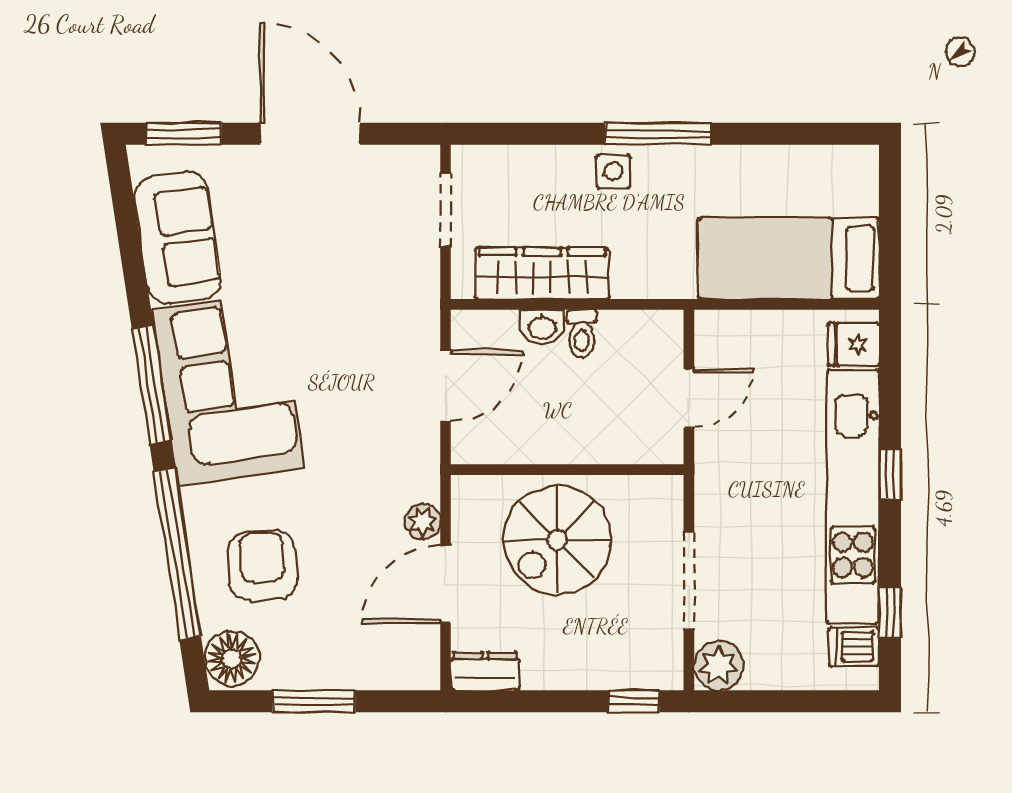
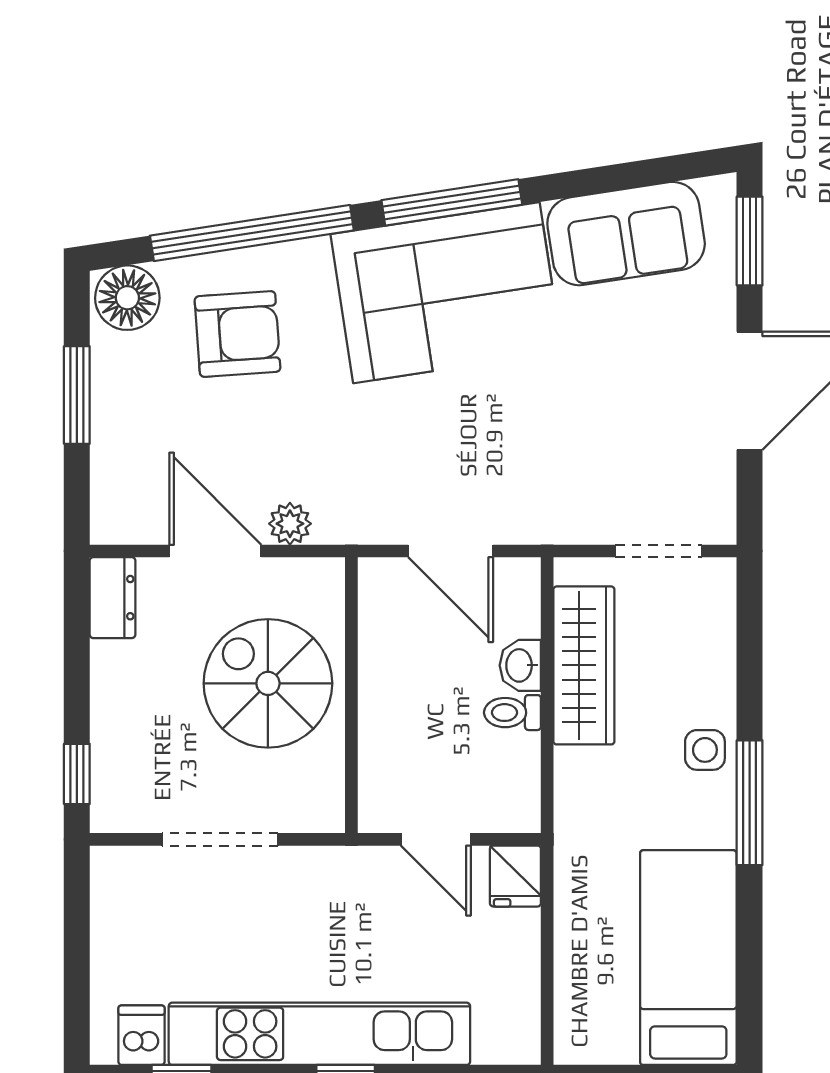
bed: (789, 258) -> (688, 958), moved
fridge: (854, 344) -> (515, 876), moved, turned 180
plant: (719, 666) -> (119, 875), removed

